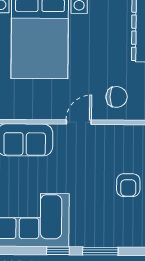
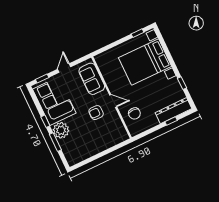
armchair: (128, 185) -> (96, 113), moved
plant: (85, 232) -> (61, 130), added

